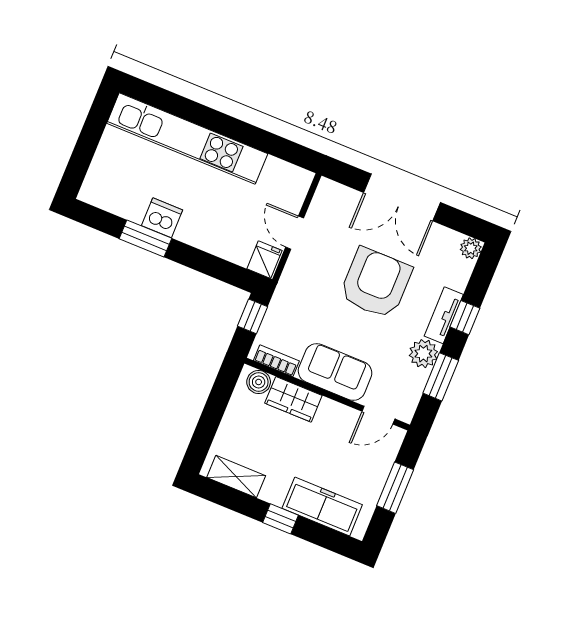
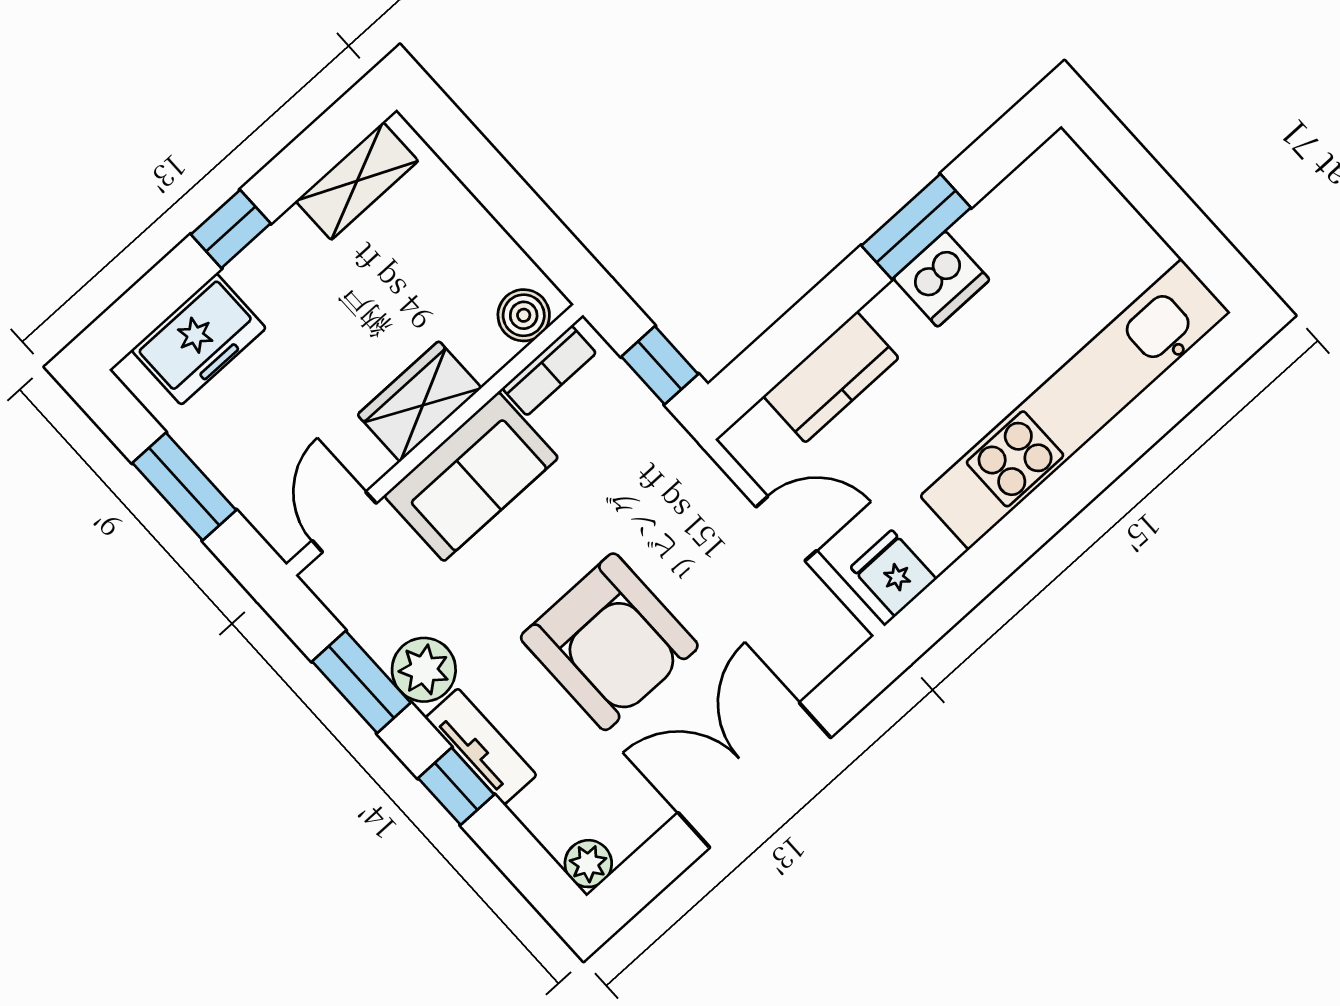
kitchen counter: (224, 244) -> (831, 377), added
fridge: (265, 260) -> (893, 573), moved, turned 180
wardrobe: (293, 399) -> (419, 401), moved
freezer: (322, 507) -> (199, 339), width x0.71

